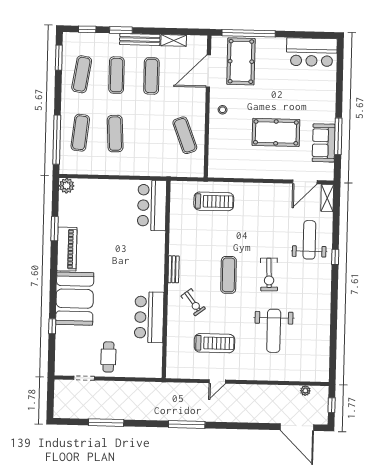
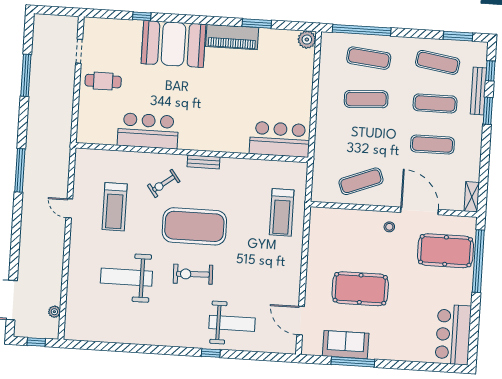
bench: (140, 40) -> (478, 91), moved
shelving: (174, 40) -> (472, 197), moved
door: (208, 71) -> (420, 211), moved
pool table: (276, 132) -> (360, 289), turned 90
shelving: (327, 198) -> (281, 346), removed
exercise mat: (229, 275) -> (194, 226), width x2.00, depth x1.45

